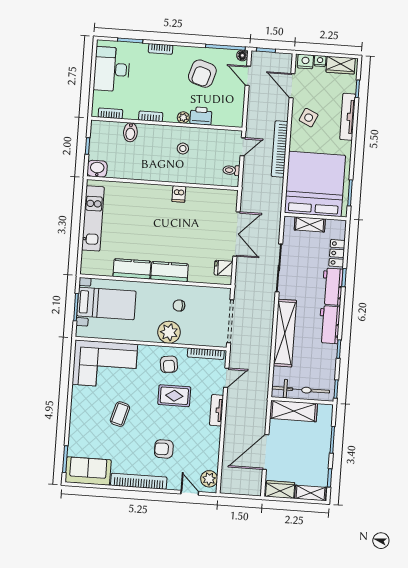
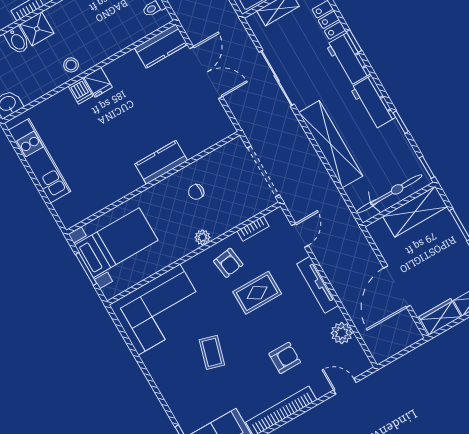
shower: (148, 134) -> (37, 29), added
stool: (183, 149) -> (71, 65), moved
dishwasher: (179, 194) -> (80, 91), moved
fridge: (224, 268) -> (98, 82), moved, turned -90
kitchen counter: (132, 269) -> (161, 46), moved, turned 180
plant: (169, 332) -> (202, 237), width x0.53, depth x0.53
bookcase: (206, 354) -> (253, 229), width x0.64
tv unit: (216, 410) -> (317, 285), width x1.41
shelving: (294, 411) -> (415, 212), moved
armchair: (164, 449) -> (285, 358), turned 180
plant: (209, 479) -> (342, 333), moved

